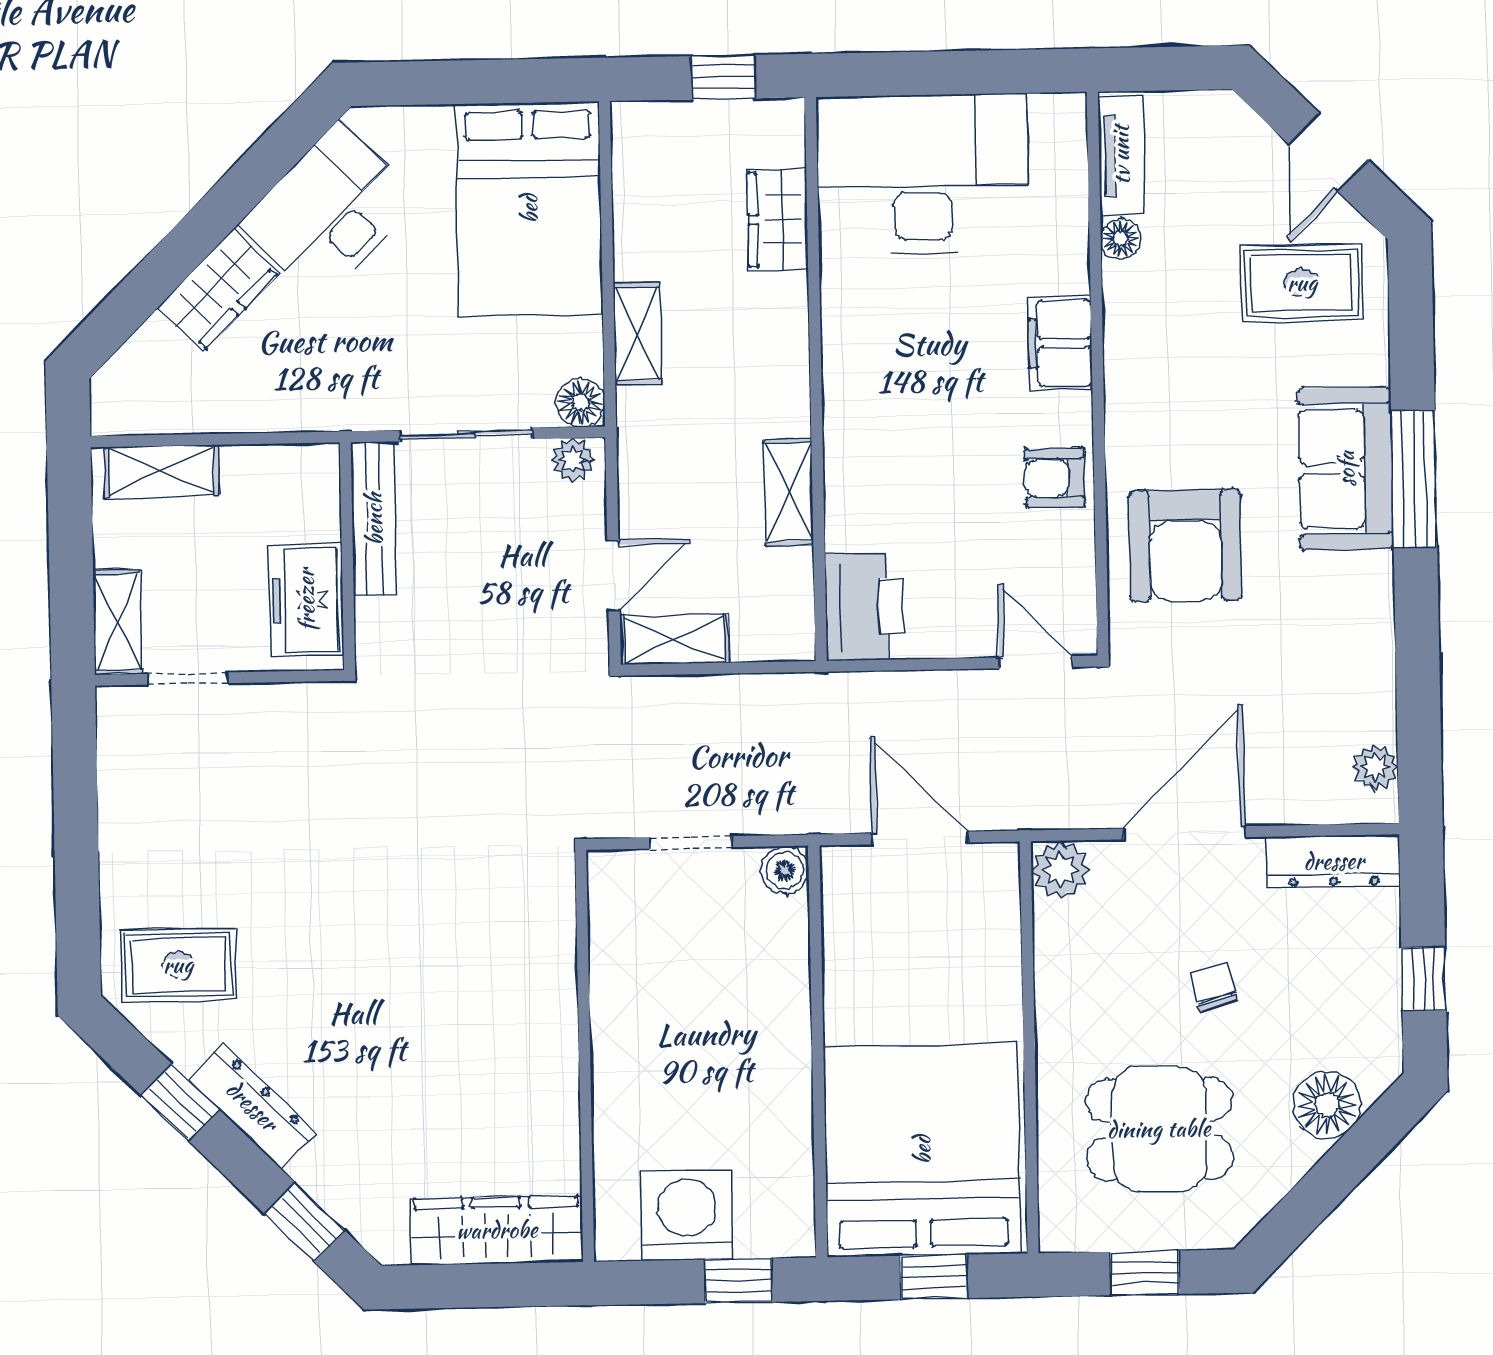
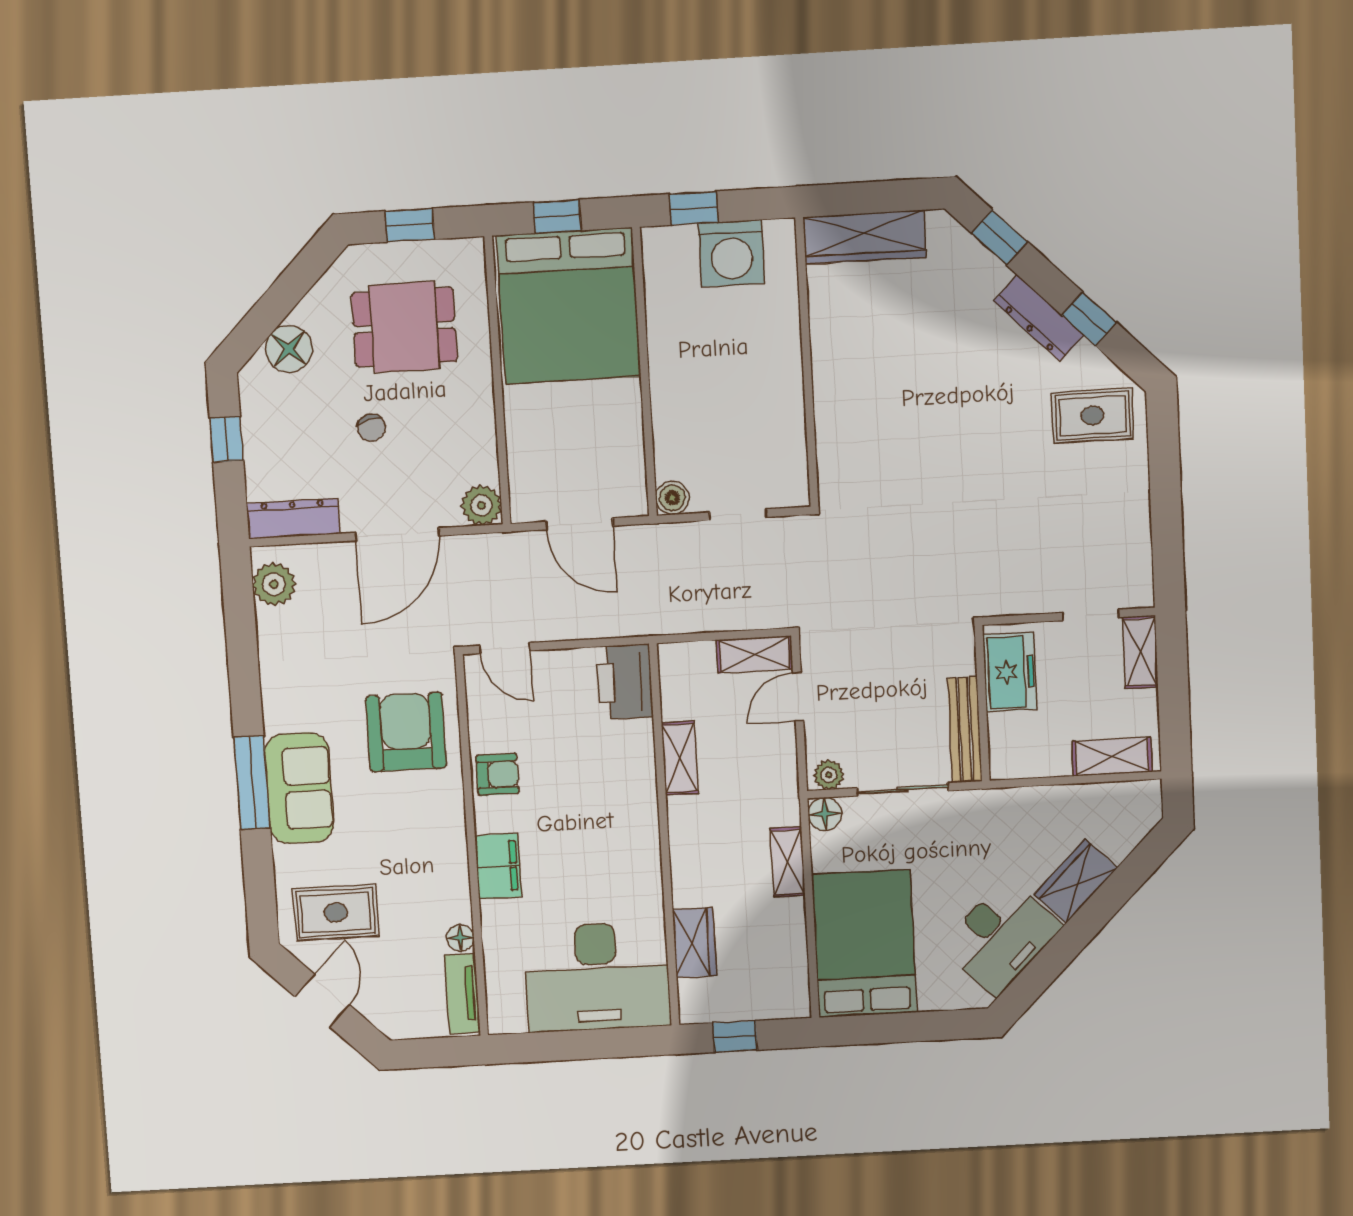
plant: (1375, 767) -> (274, 584), width x1.38, depth x1.38

